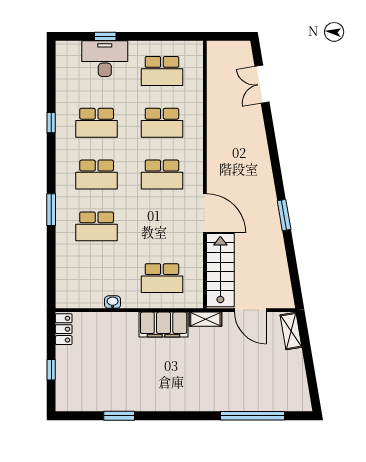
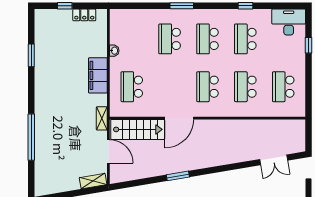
desk: (105, 59) -> (289, 22), moved, turned -90
double door: (262, 84) -> (274, 160), swing flipped
door: (250, 310) -> (108, 151), swing flipped
filing cabinet: (164, 325) -> (98, 75), moved
locker: (64, 329) -> (84, 15), moved
window: (253, 416) -> (31, 137), moved

